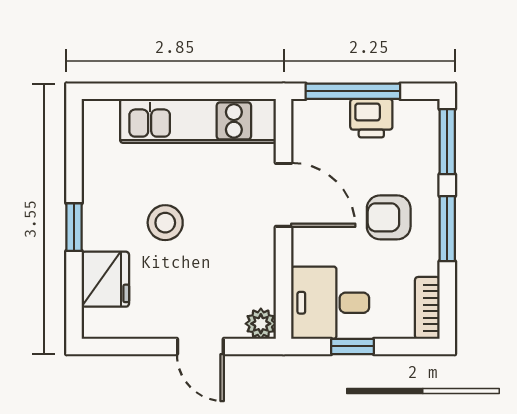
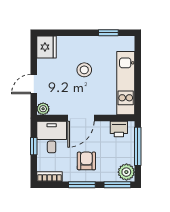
printer: (371, 118) -> (119, 129), moved, turned -90
plant: (416, 119) -> (126, 172), added
door: (284, 195) -> (81, 118), moved
window: (74, 227) -> (108, 33), moved
fridge: (105, 279) -> (47, 47), moved, turned -90

